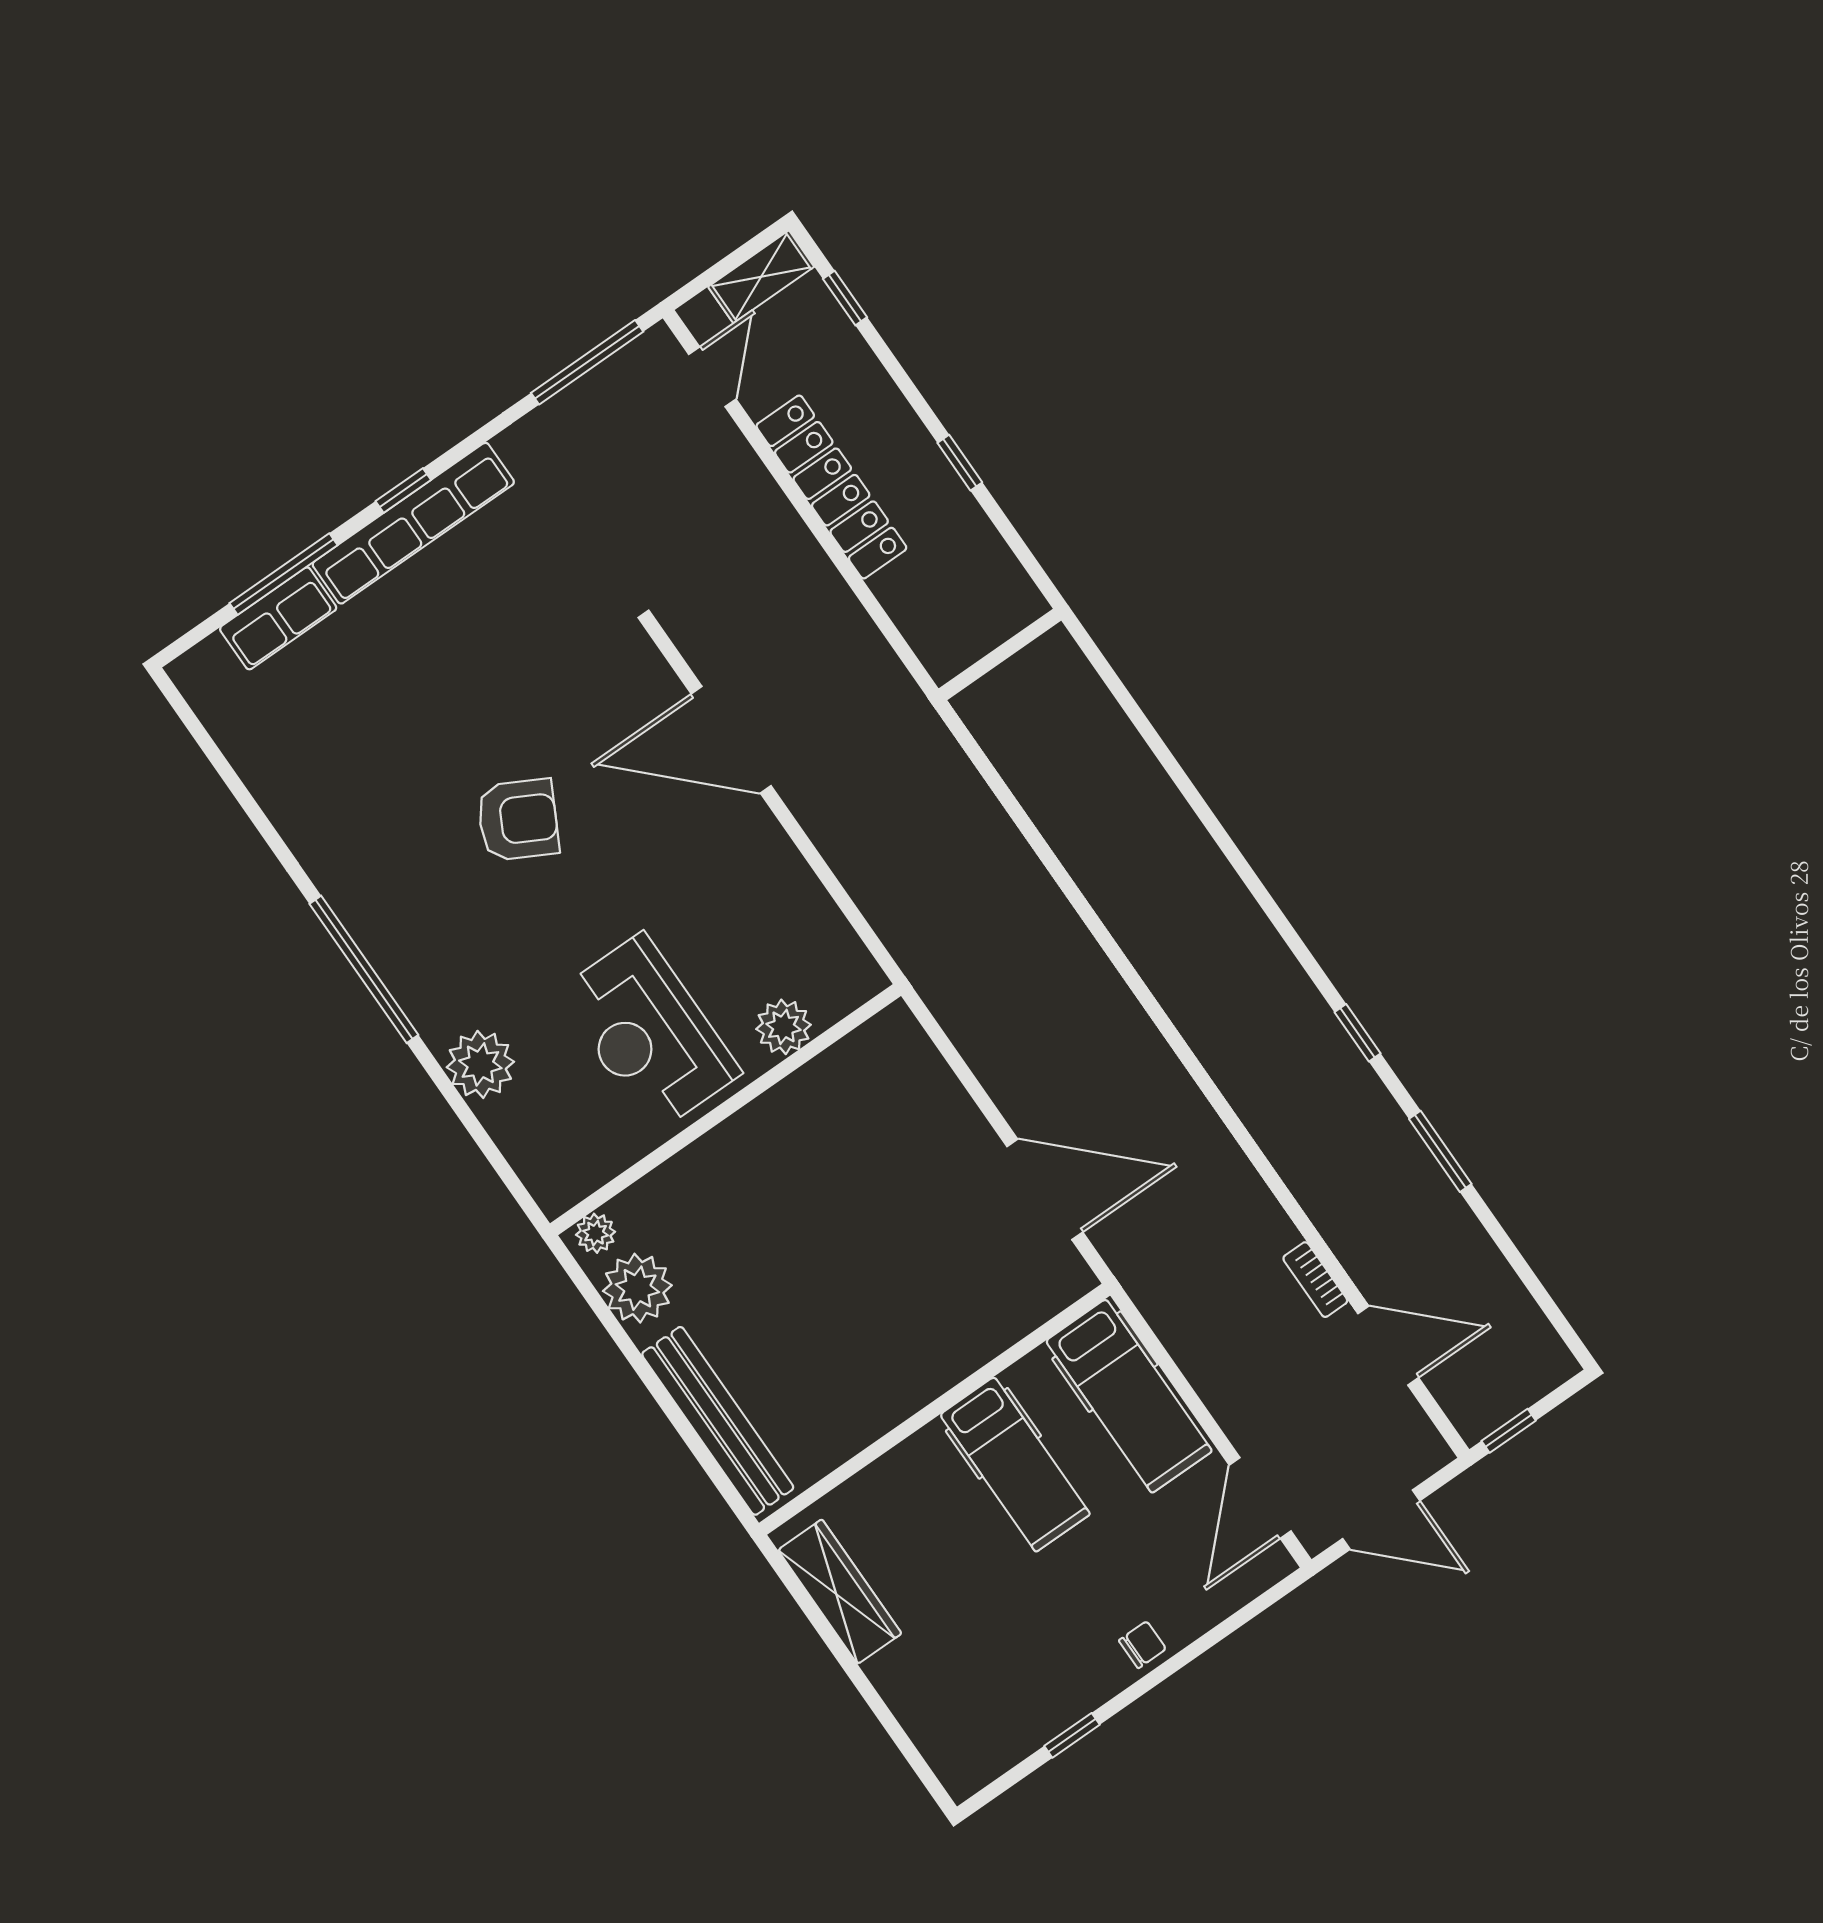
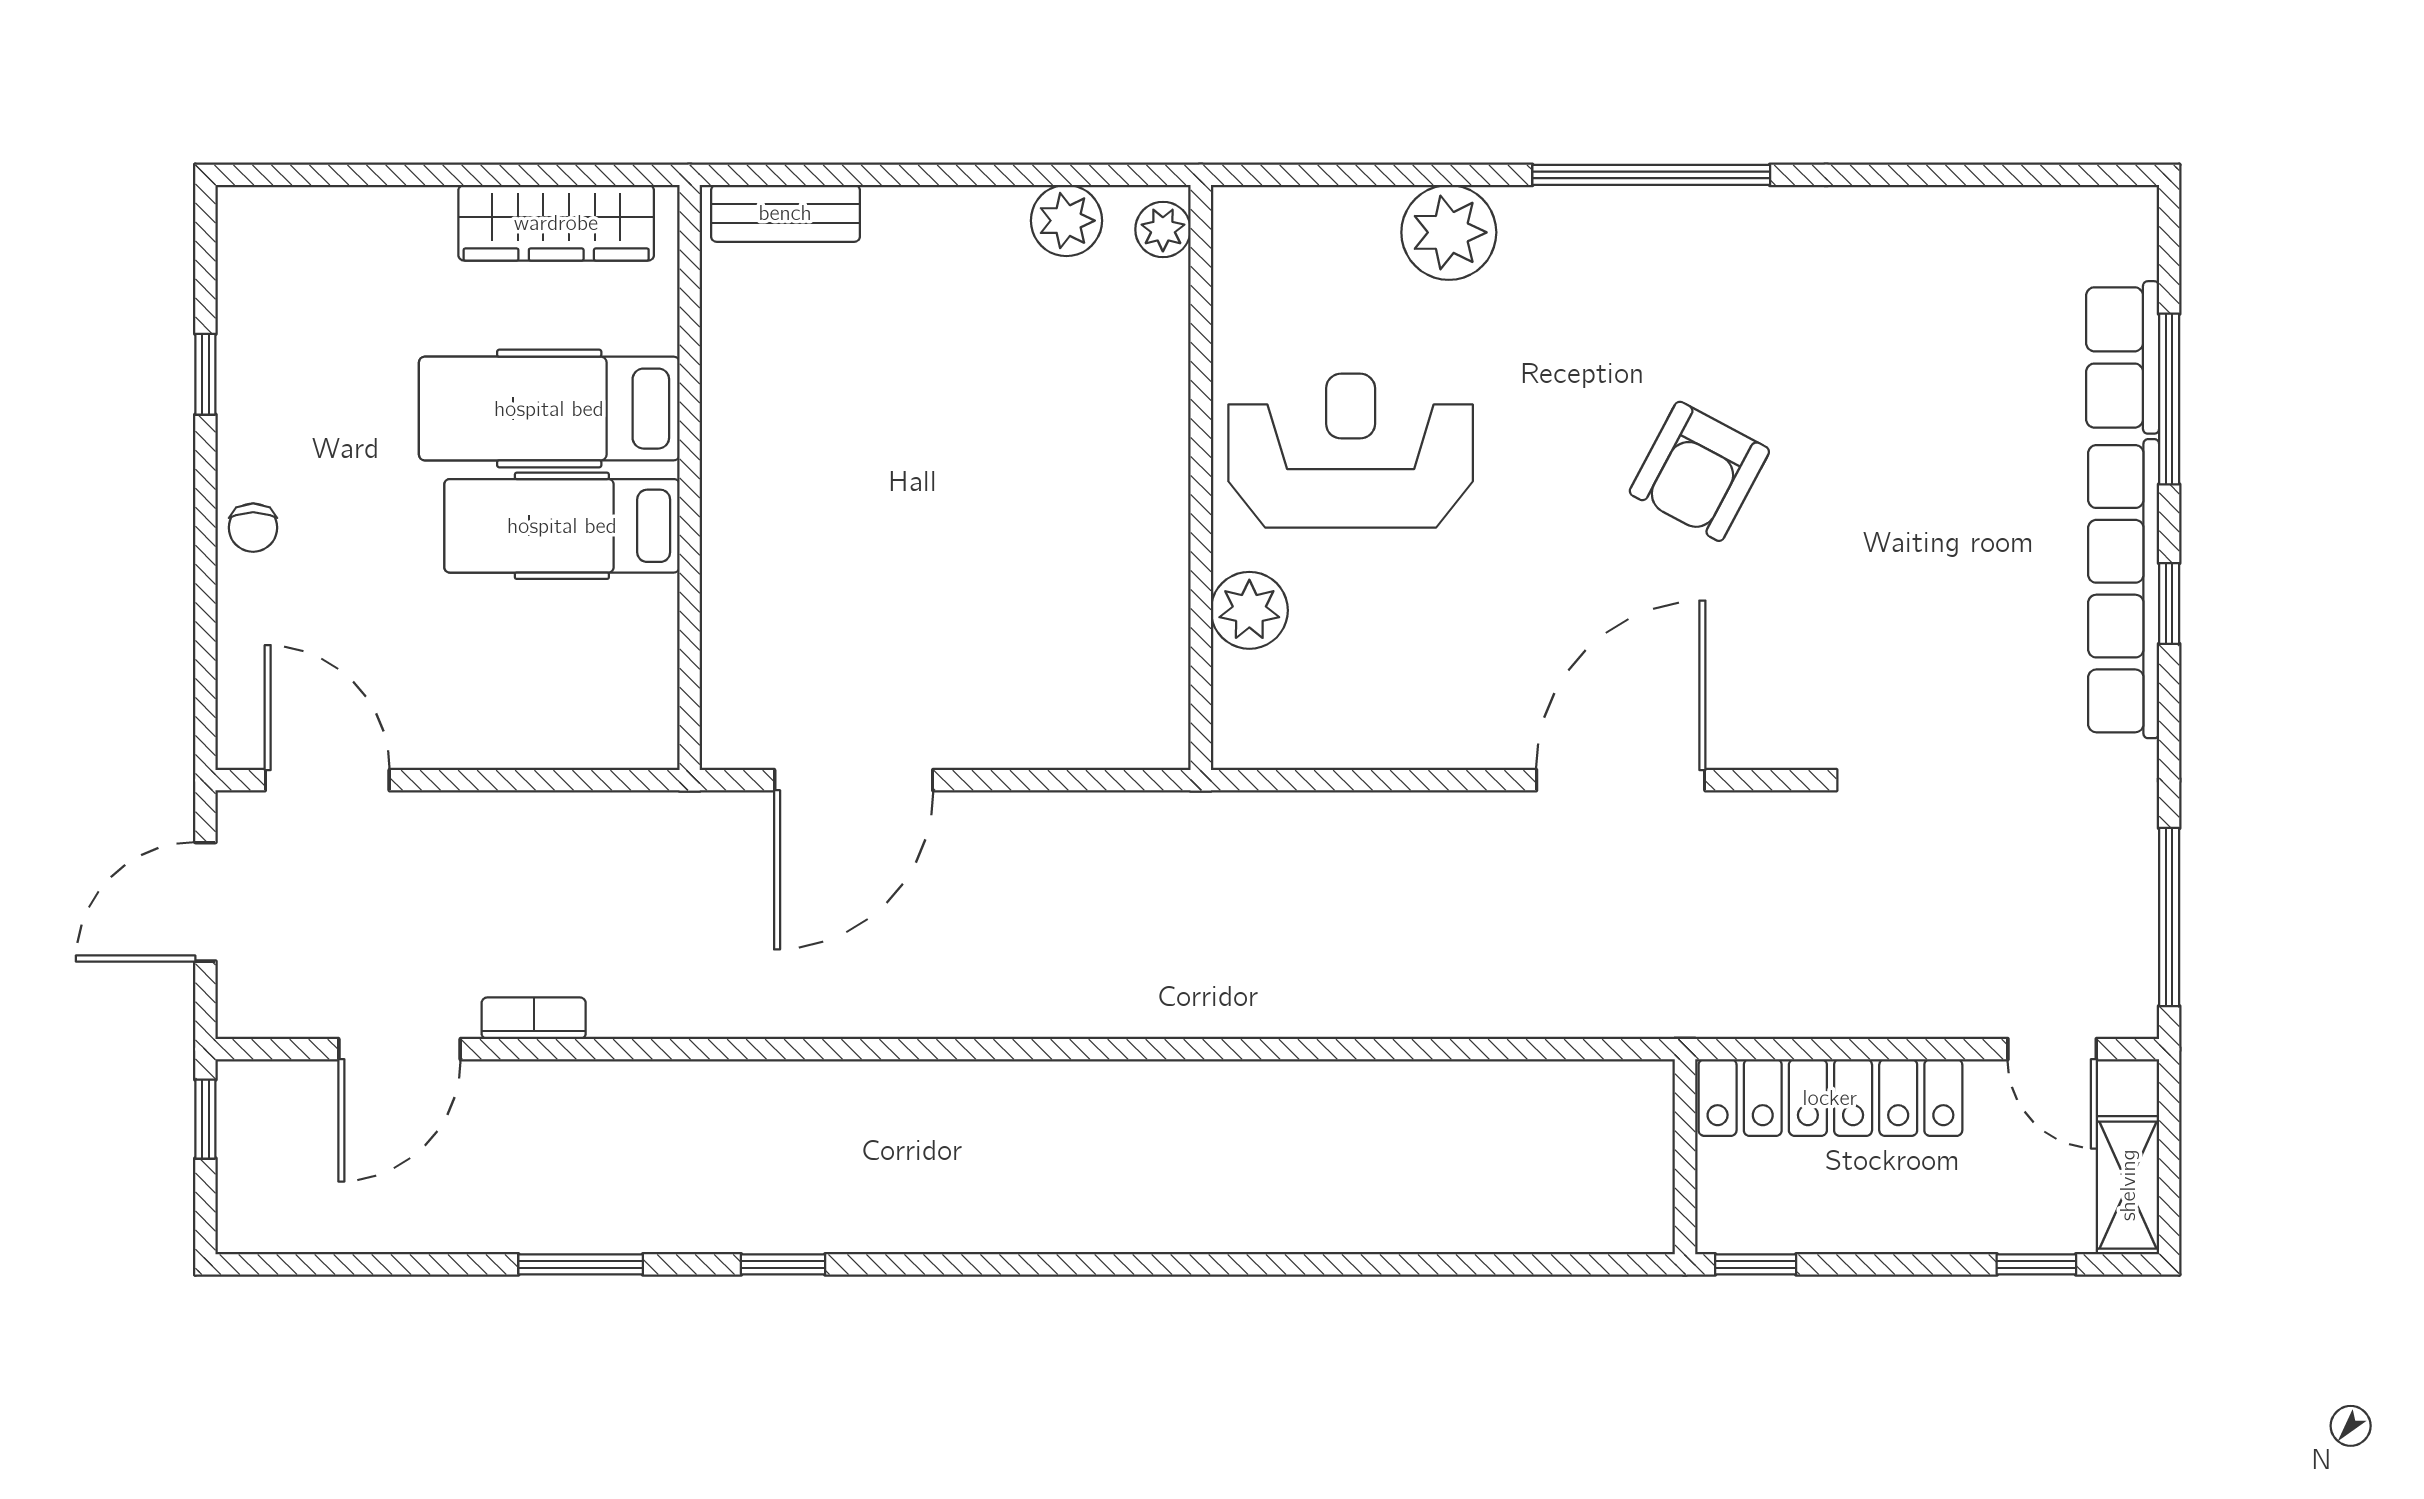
wall: (1000, 655) -> (1685, 1157), moved
plant: (637, 1288) -> (1066, 221), width x0.73, depth x0.73
hospital bed: (1129, 1396) -> (549, 409), moved
bench: (718, 1421) -> (785, 213), width x0.54, depth x0.82

